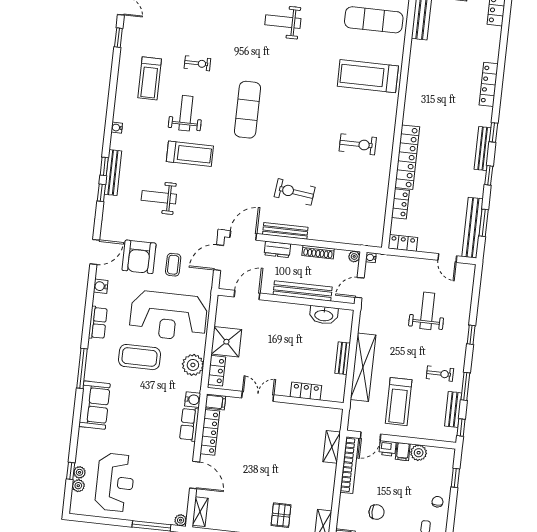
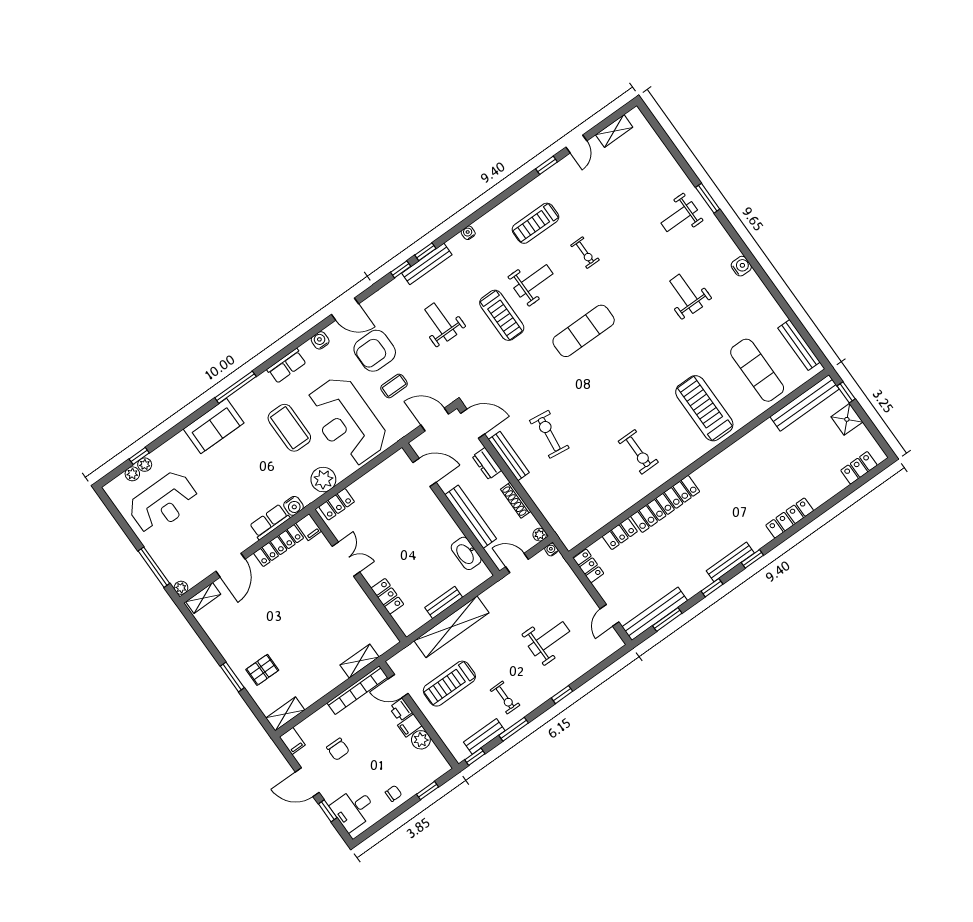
shower: (226, 342) -> (369, 490), removed

